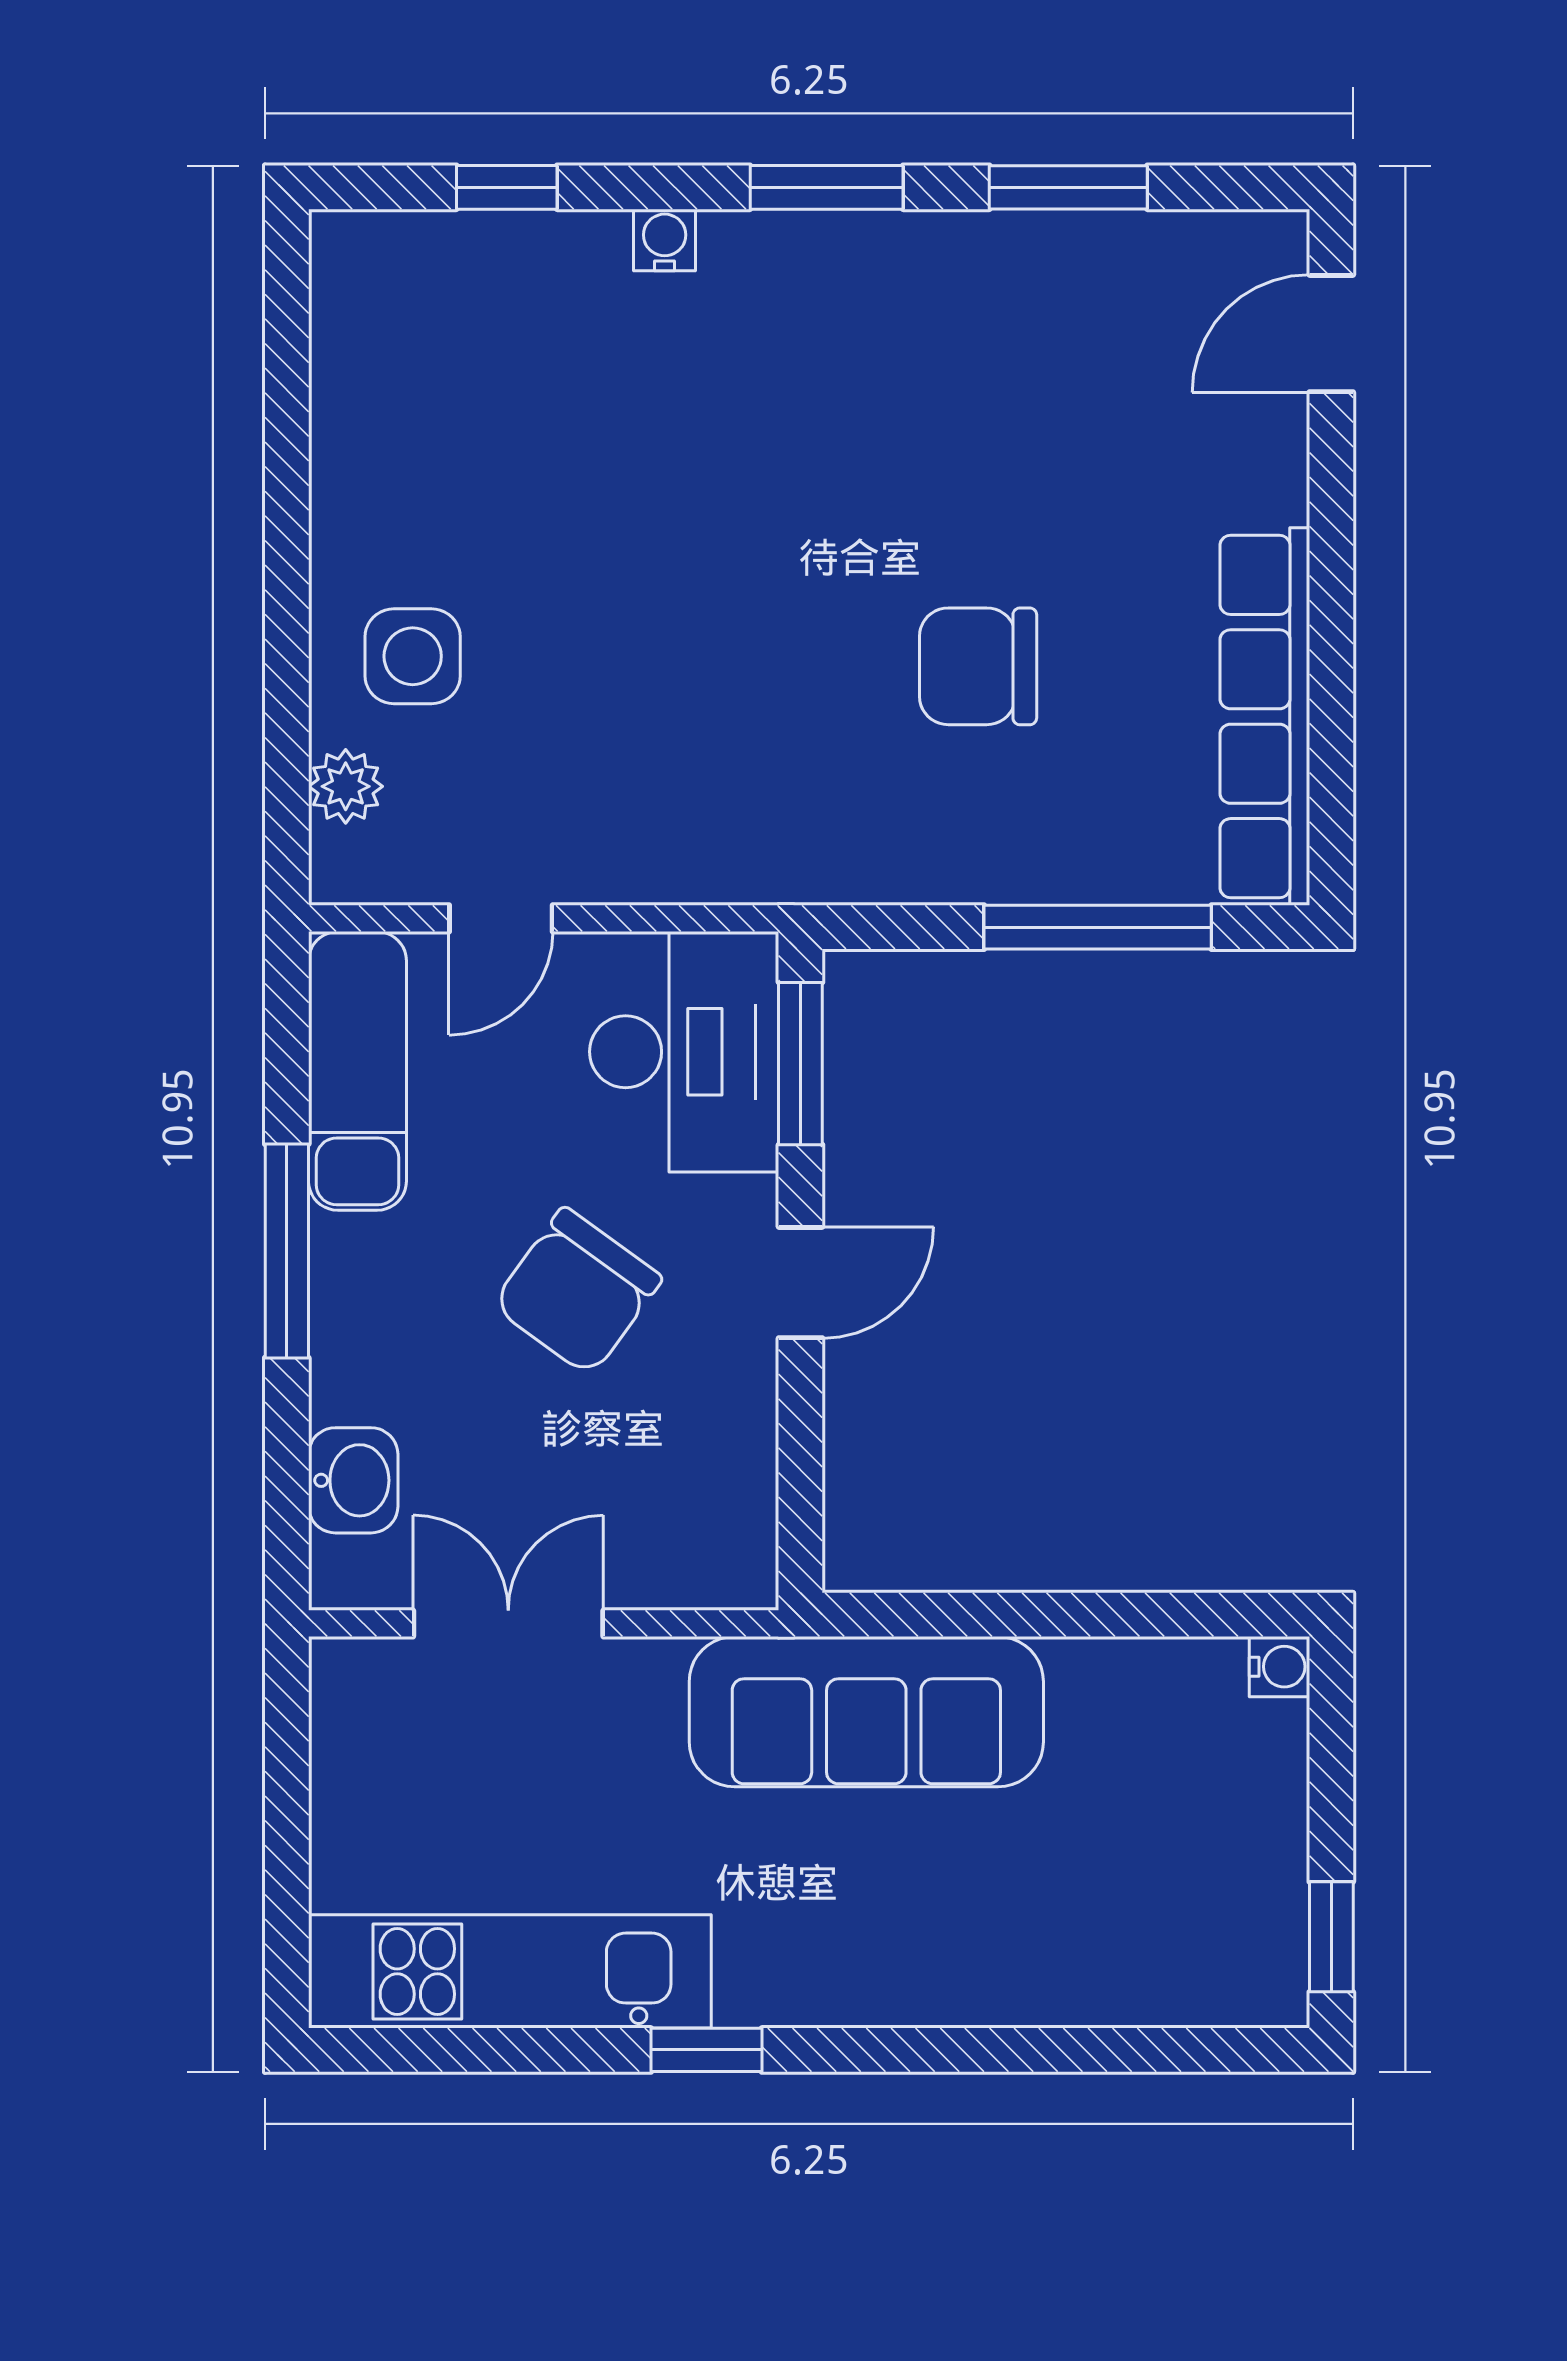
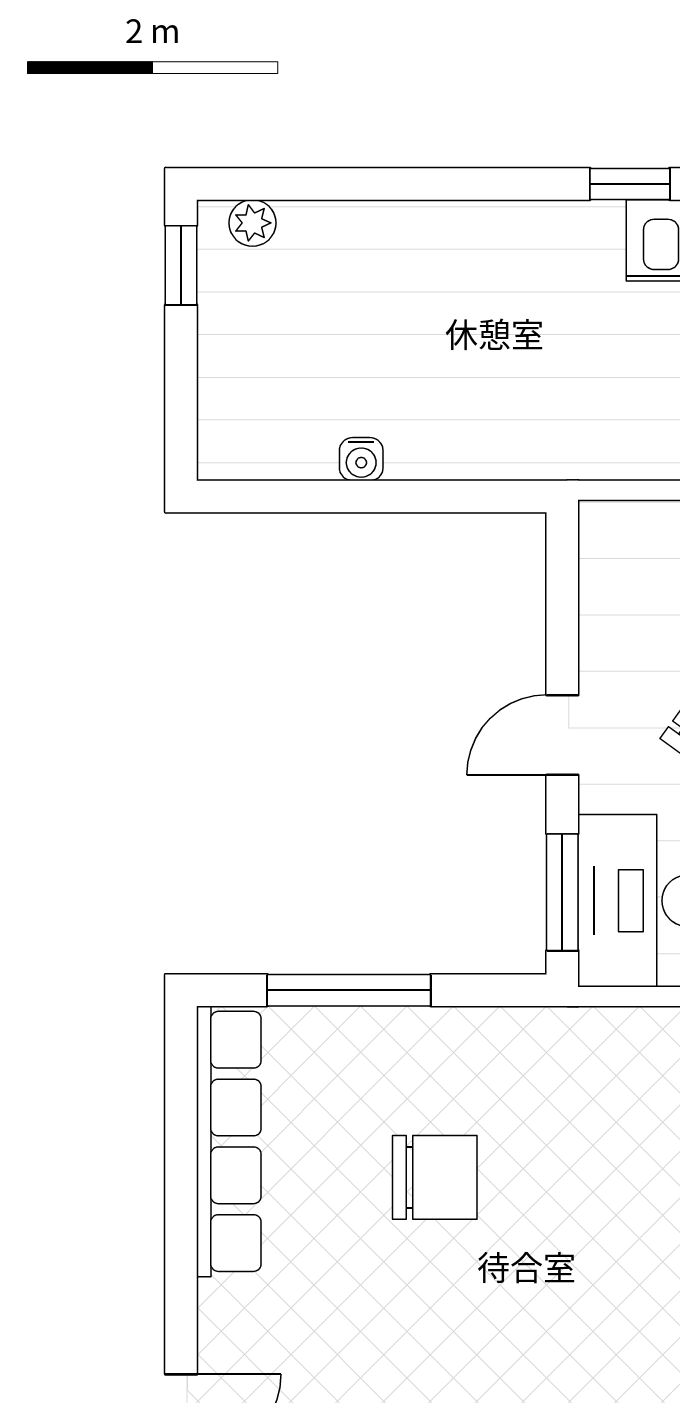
water cooler: (1279, 1667) -> (361, 459), moved, turned -90
sofa: (866, 1712) -> (515, 427), removed
plant: (1232, 1996) -> (252, 223), added

